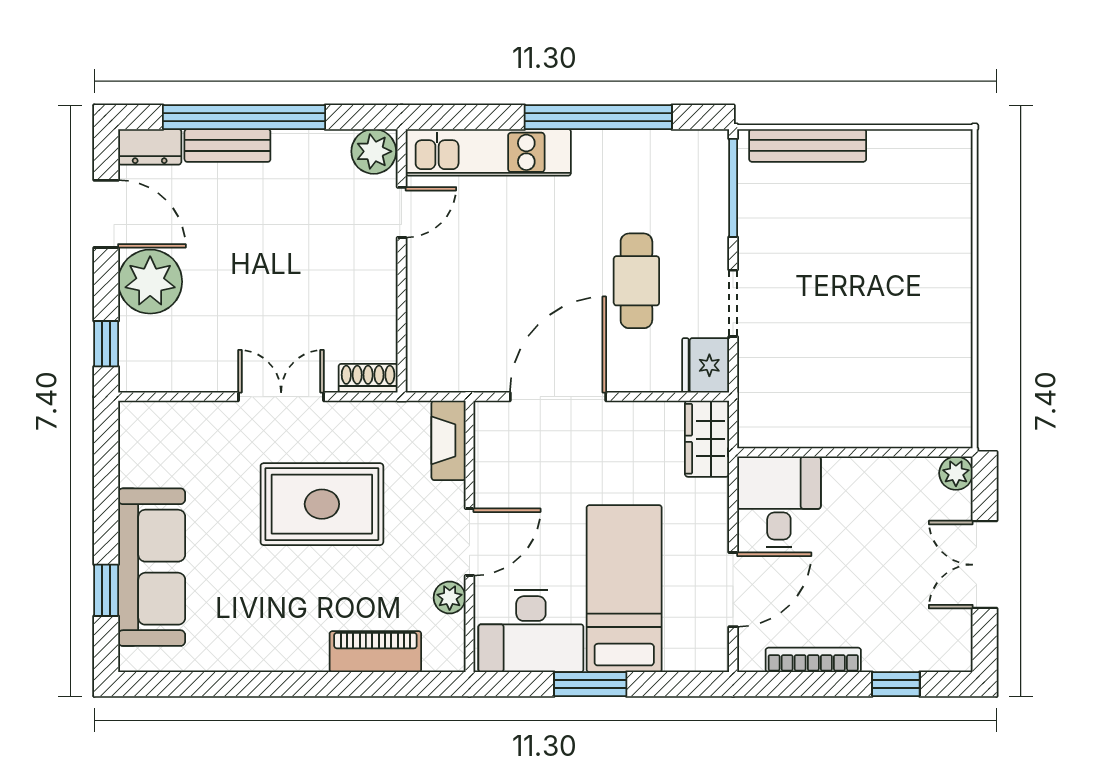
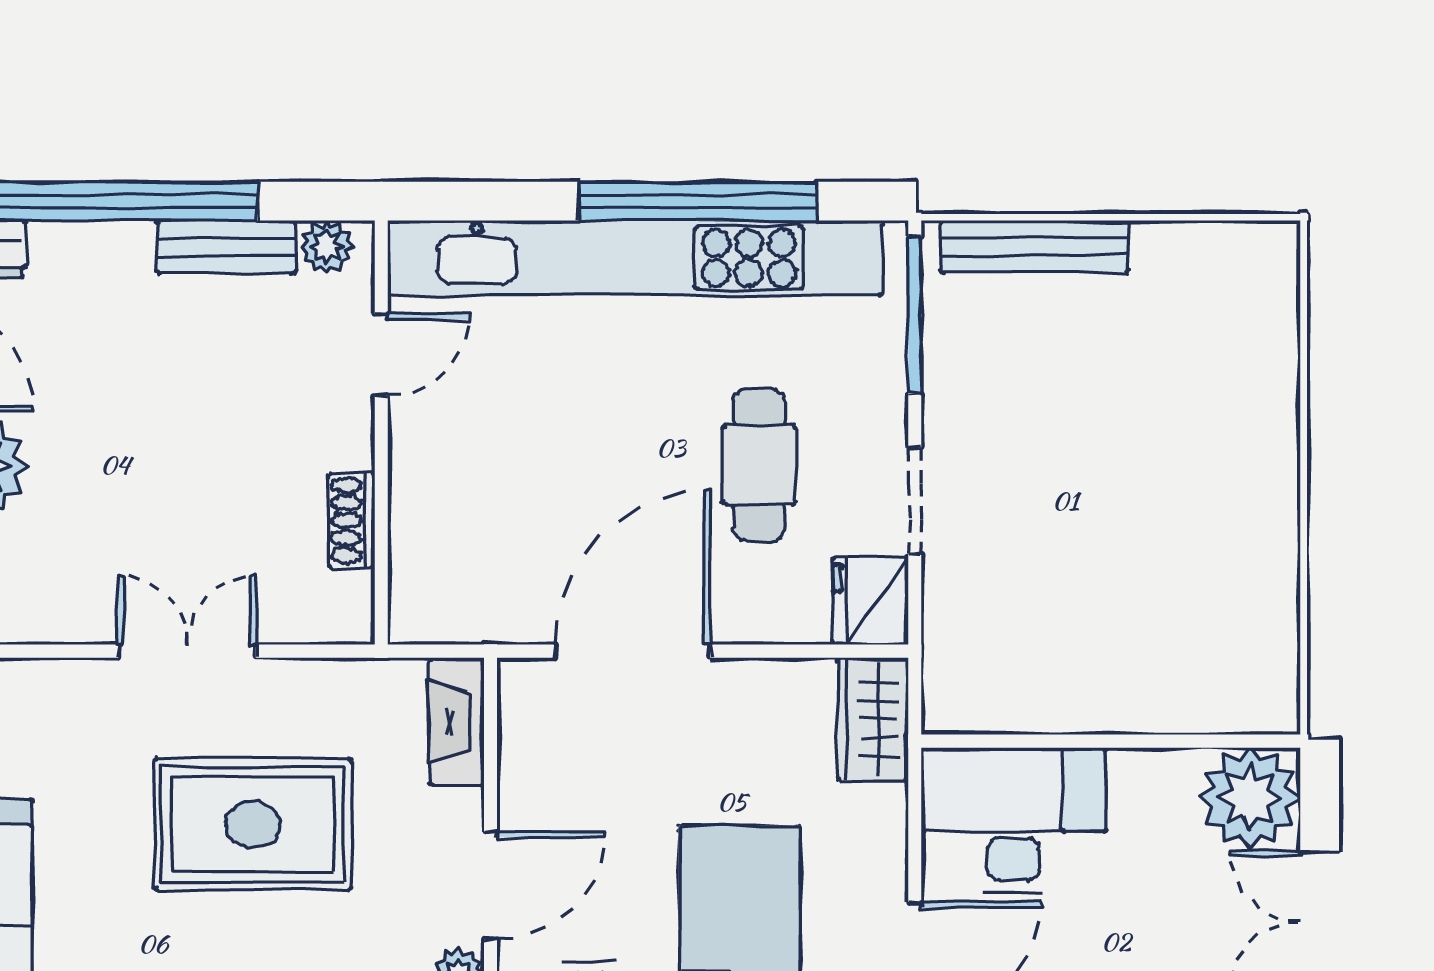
bench: (227, 145) -> (226, 247), moved
plant: (374, 151) -> (327, 247), width x0.73, depth x0.73
kitchen unit: (488, 152) -> (635, 258), width x1.86
shoe rack: (368, 378) -> (352, 520), moved, turned -90
plant: (956, 473) -> (1250, 798), width x1.88, depth x1.88
desk: (779, 502) -> (1014, 820), width x1.37

